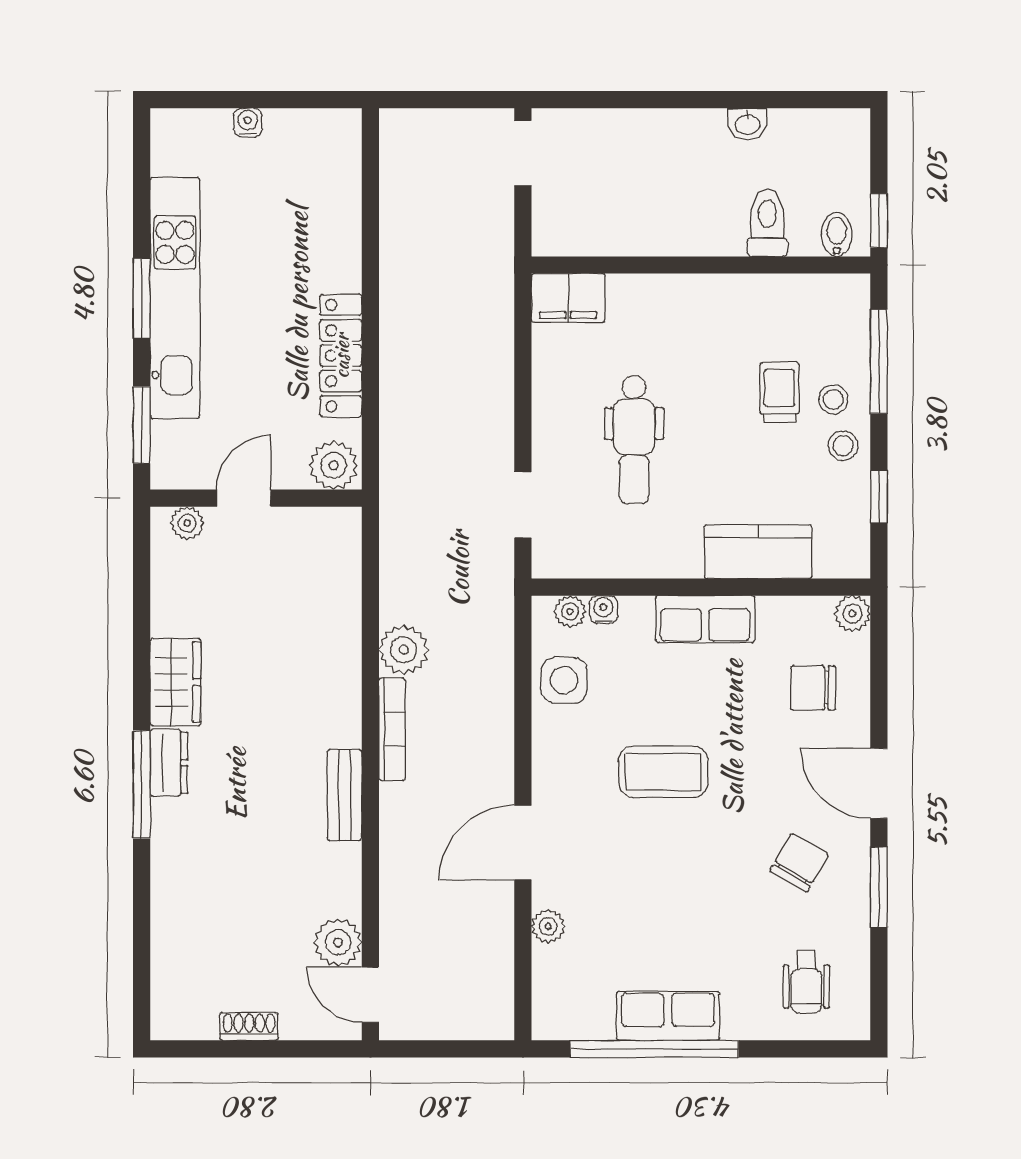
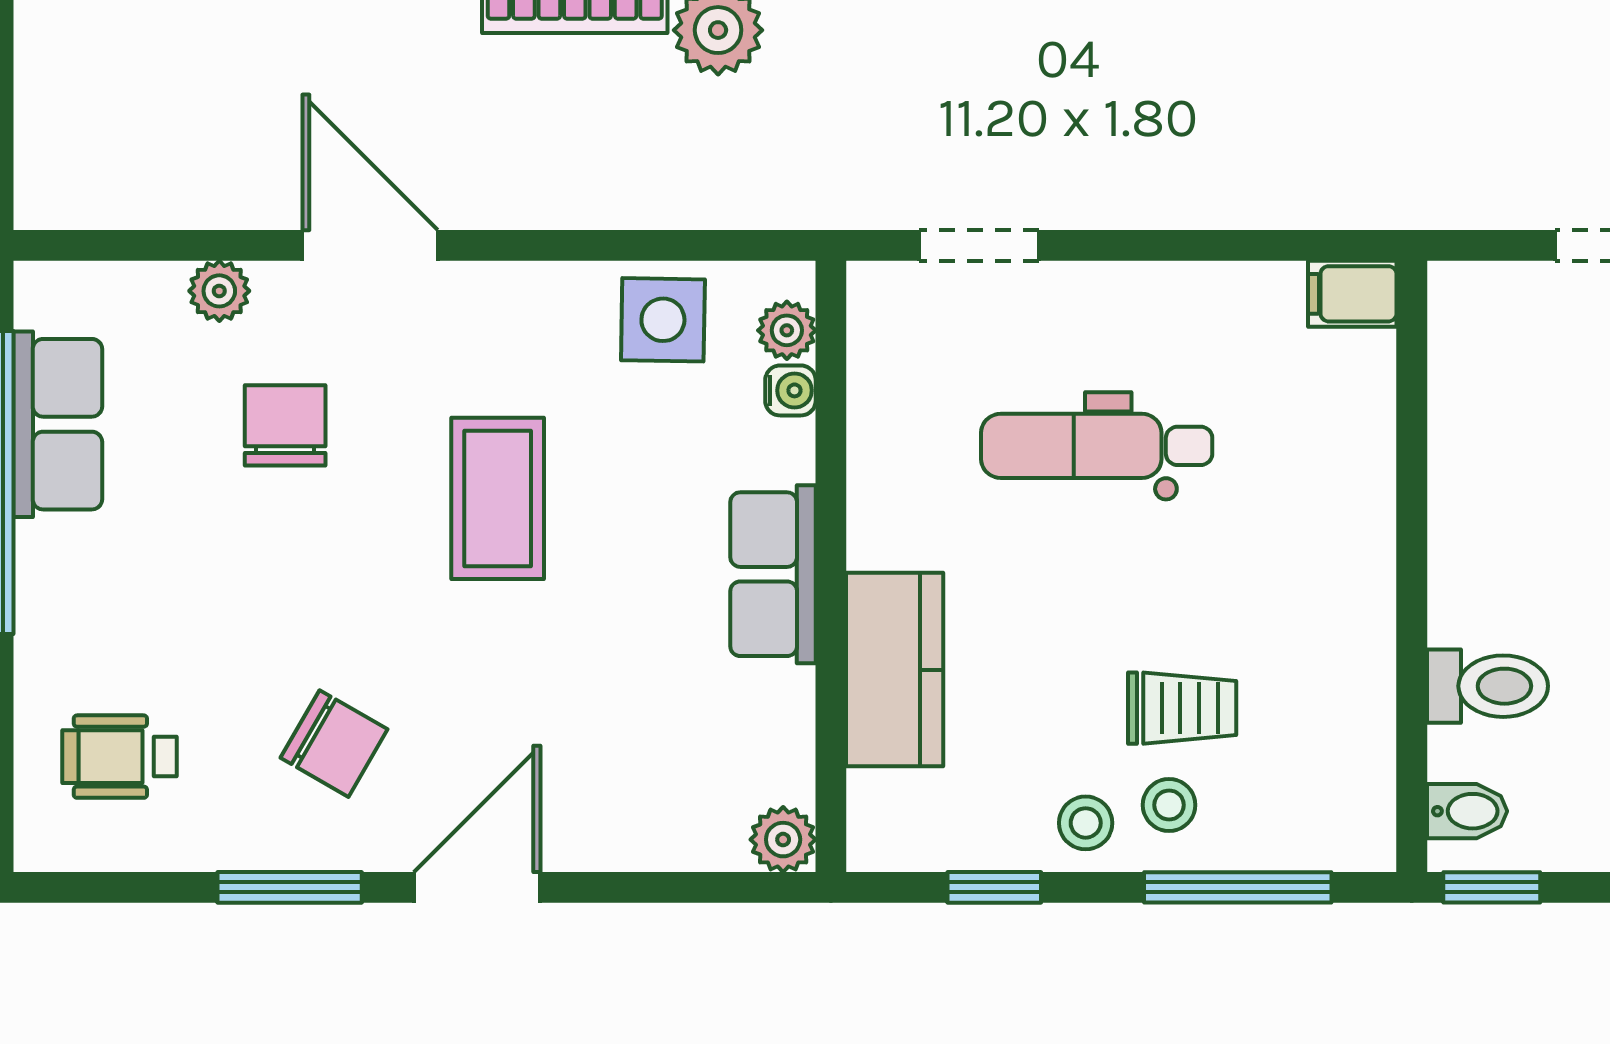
filing cabinet: (568, 298) -> (1352, 294), width x0.50
chair: (813, 688) -> (285, 425), moved
row of seats: (668, 1016) -> (58, 424), moved

